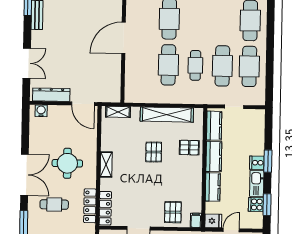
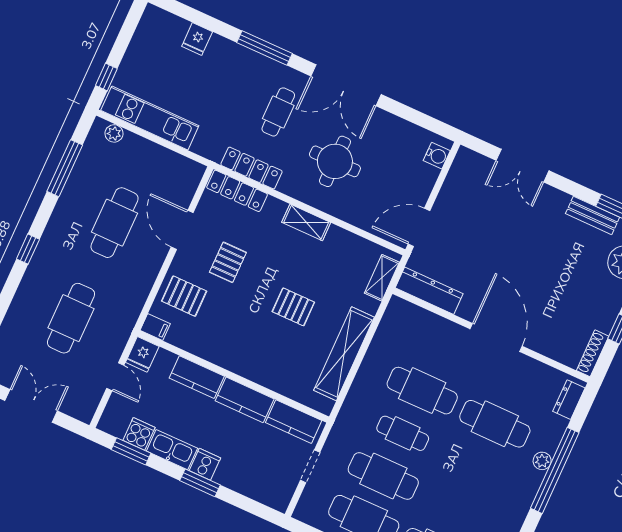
dresser: (51, 95) -> (429, 291), moved, turned -90
pallet: (189, 148) -> (228, 262), moved

